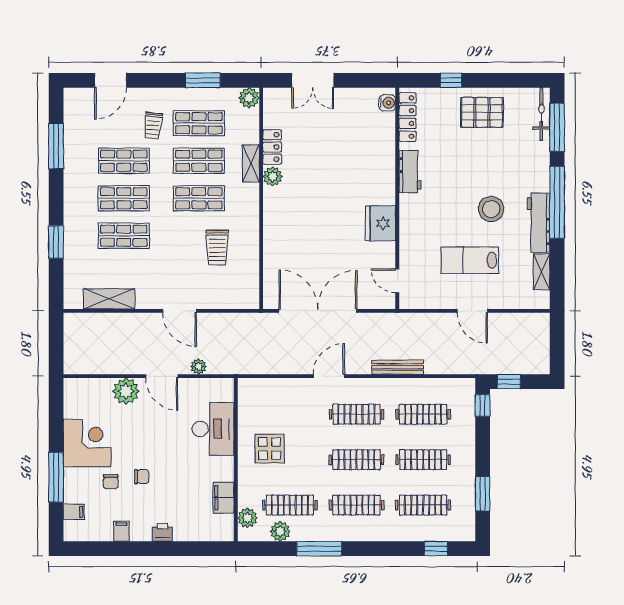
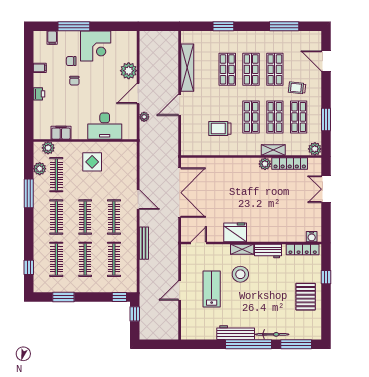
bicycle: (541, 114) -> (272, 334), moved
locker: (272, 147) -> (290, 164), width x1.53
stool: (491, 209) -> (240, 274), moved
shelving: (542, 272) -> (242, 249), moved
shelving: (109, 299) -> (187, 68), width x1.47

